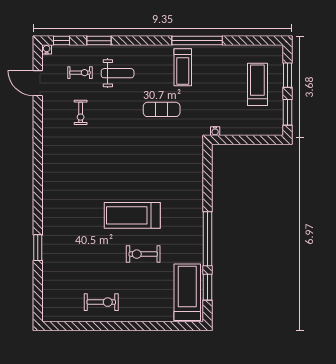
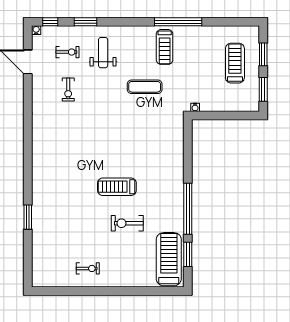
weight bench: (118, 73) -> (103, 53), turned -90
treadmill: (132, 215) -> (117, 187), width x0.73, depth x0.73
exercise bike: (101, 302) -> (88, 268), width x0.73, depth x0.72

